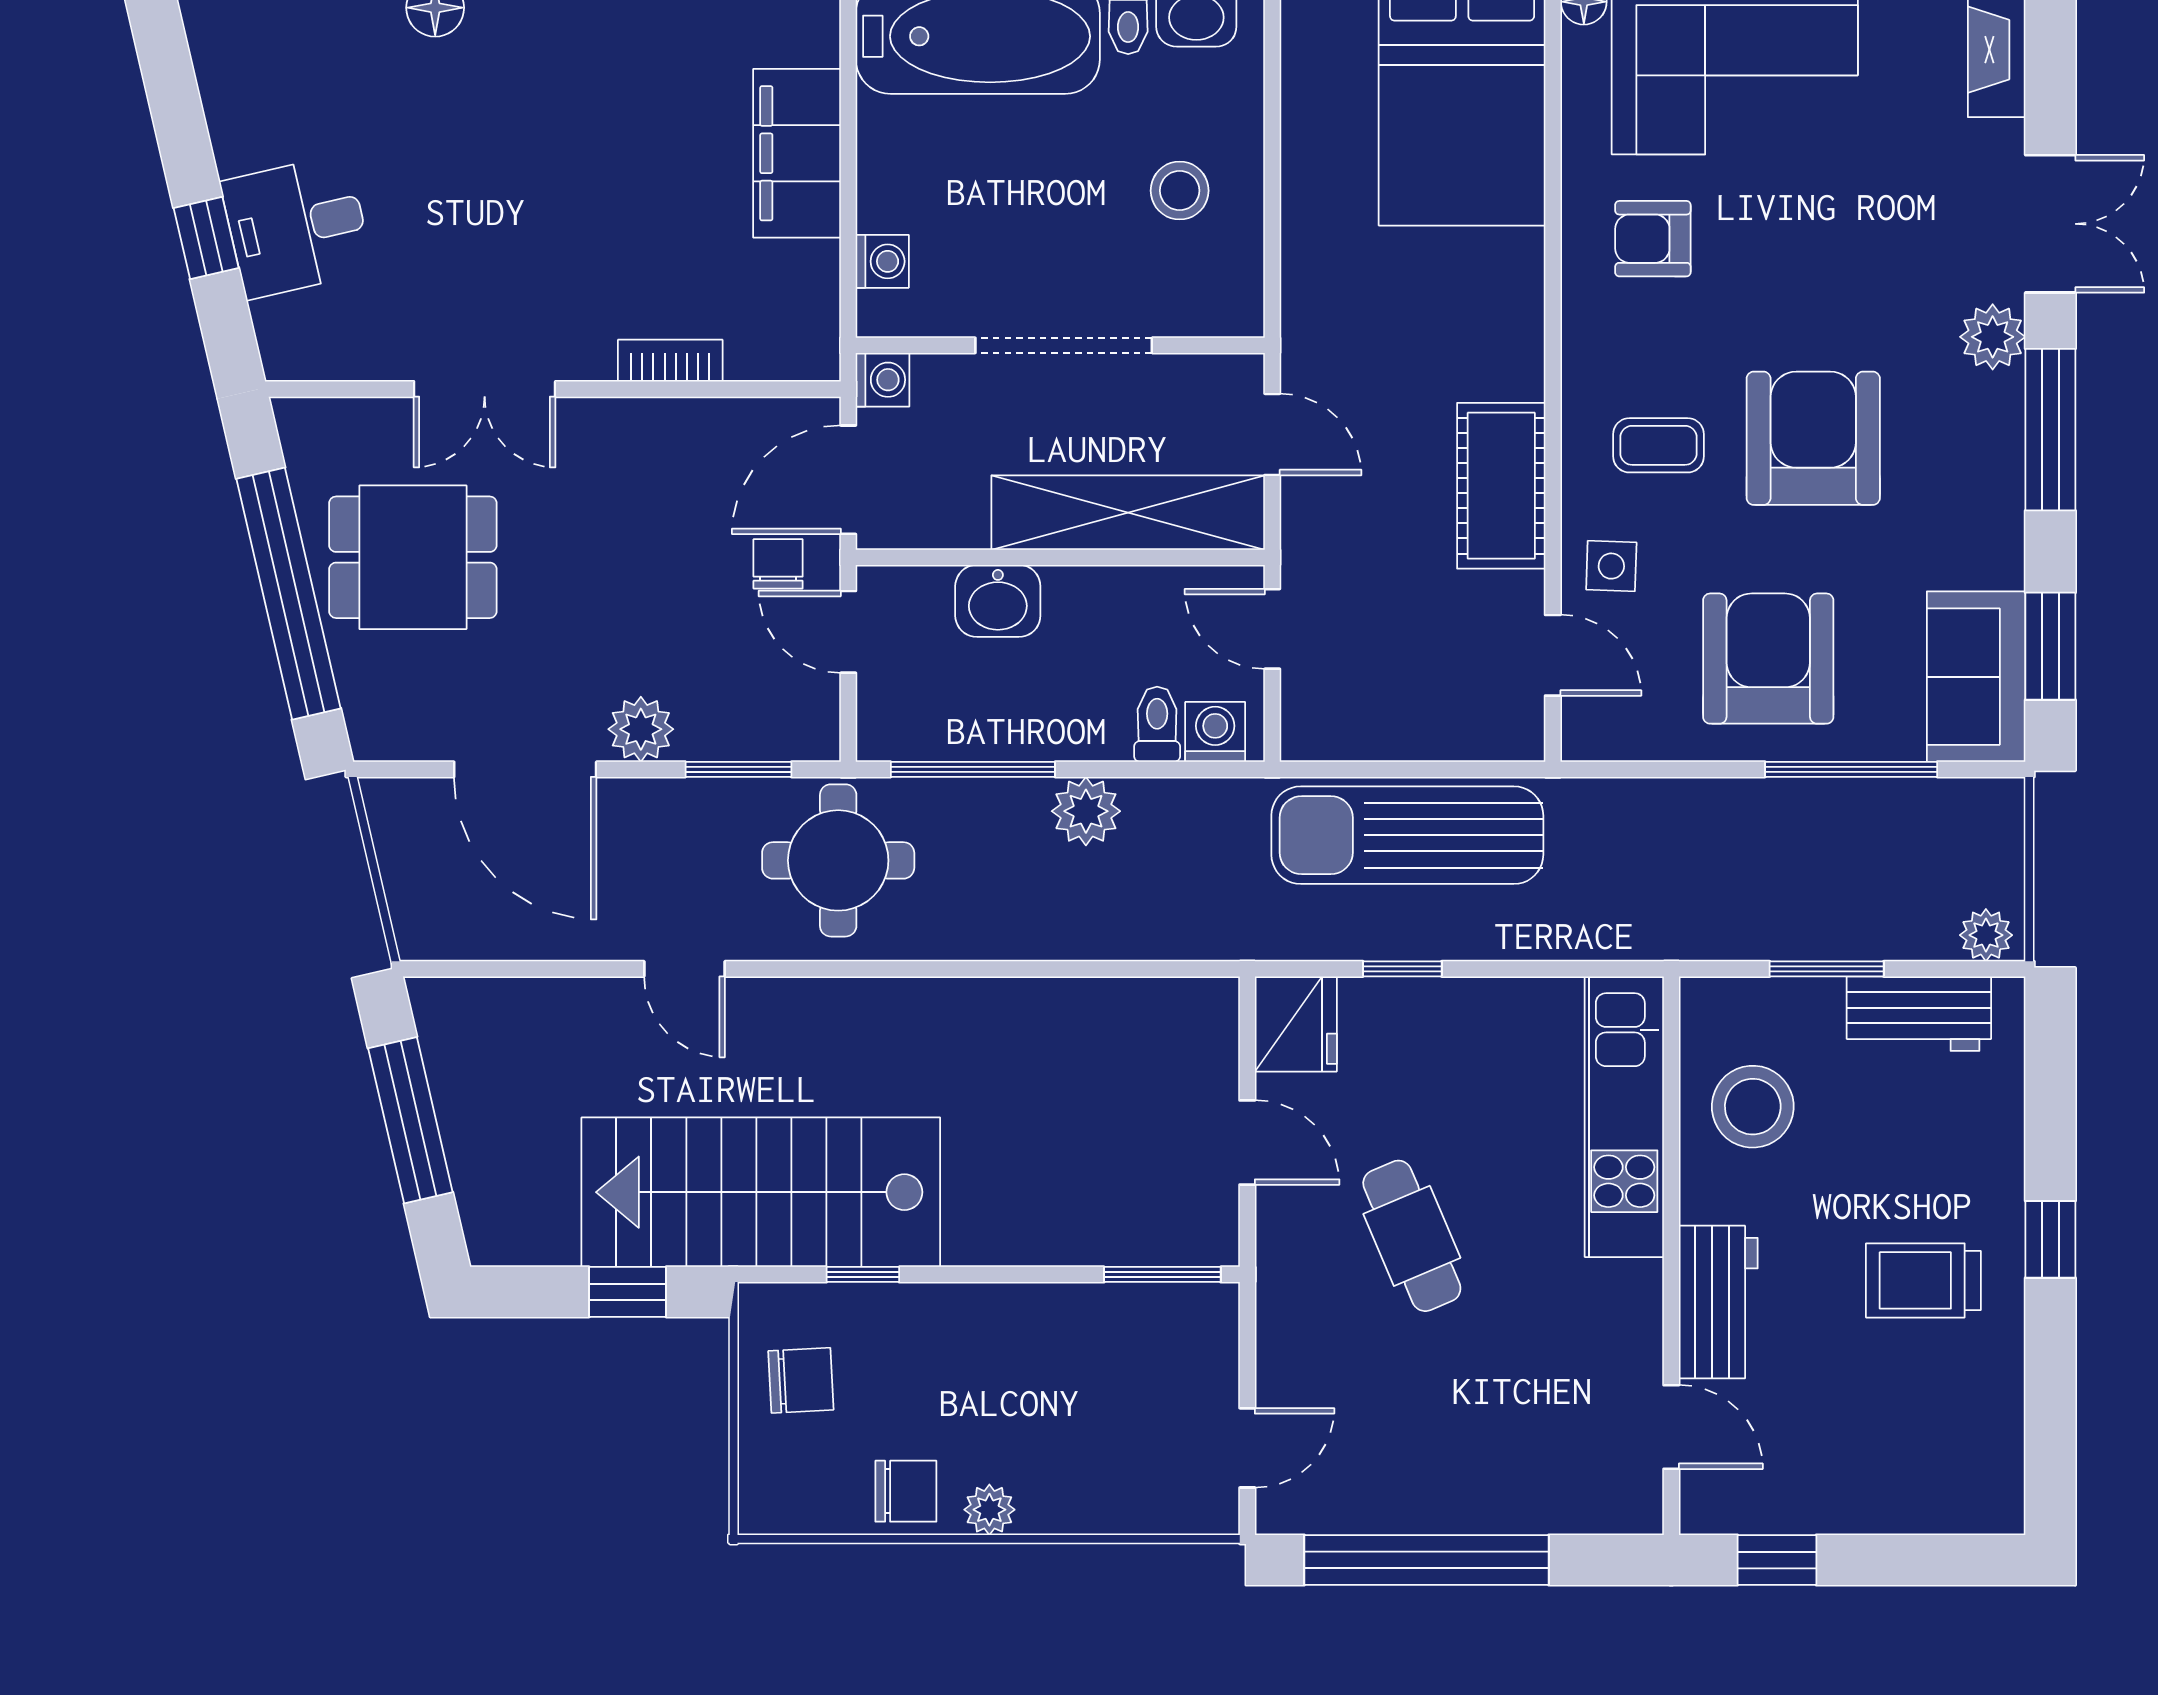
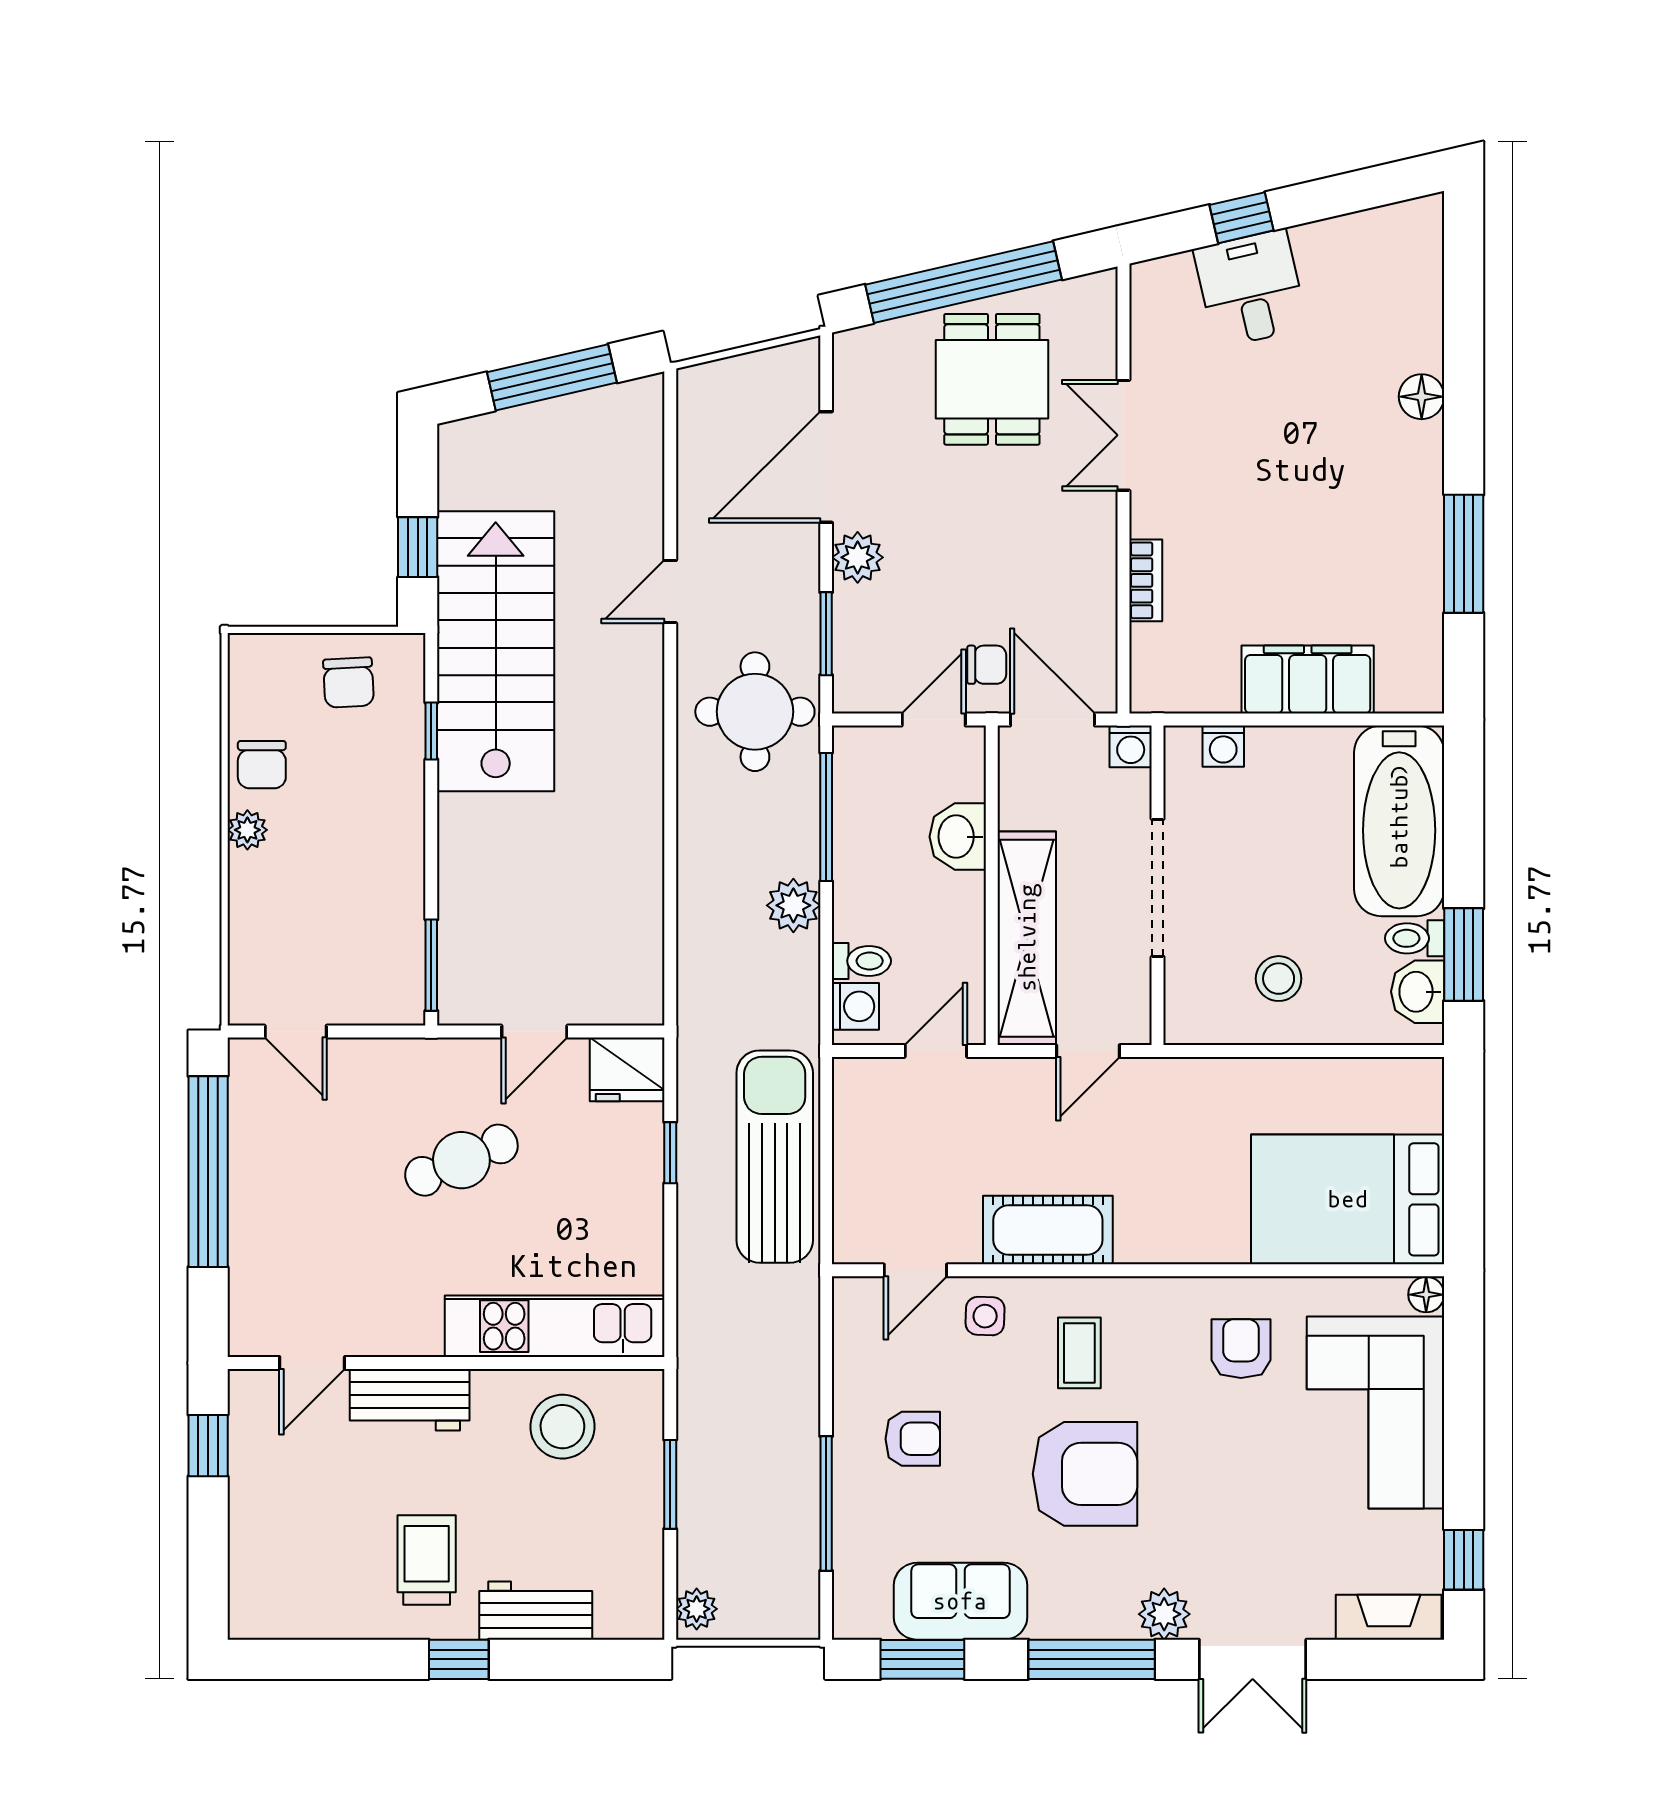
armchair: (1768, 659) -> (913, 1439), width x0.53, depth x0.53
sofa: (1976, 677) -> (960, 1601), moved
workbench: (1919, 1014) -> (536, 1611), moved, turned 90

